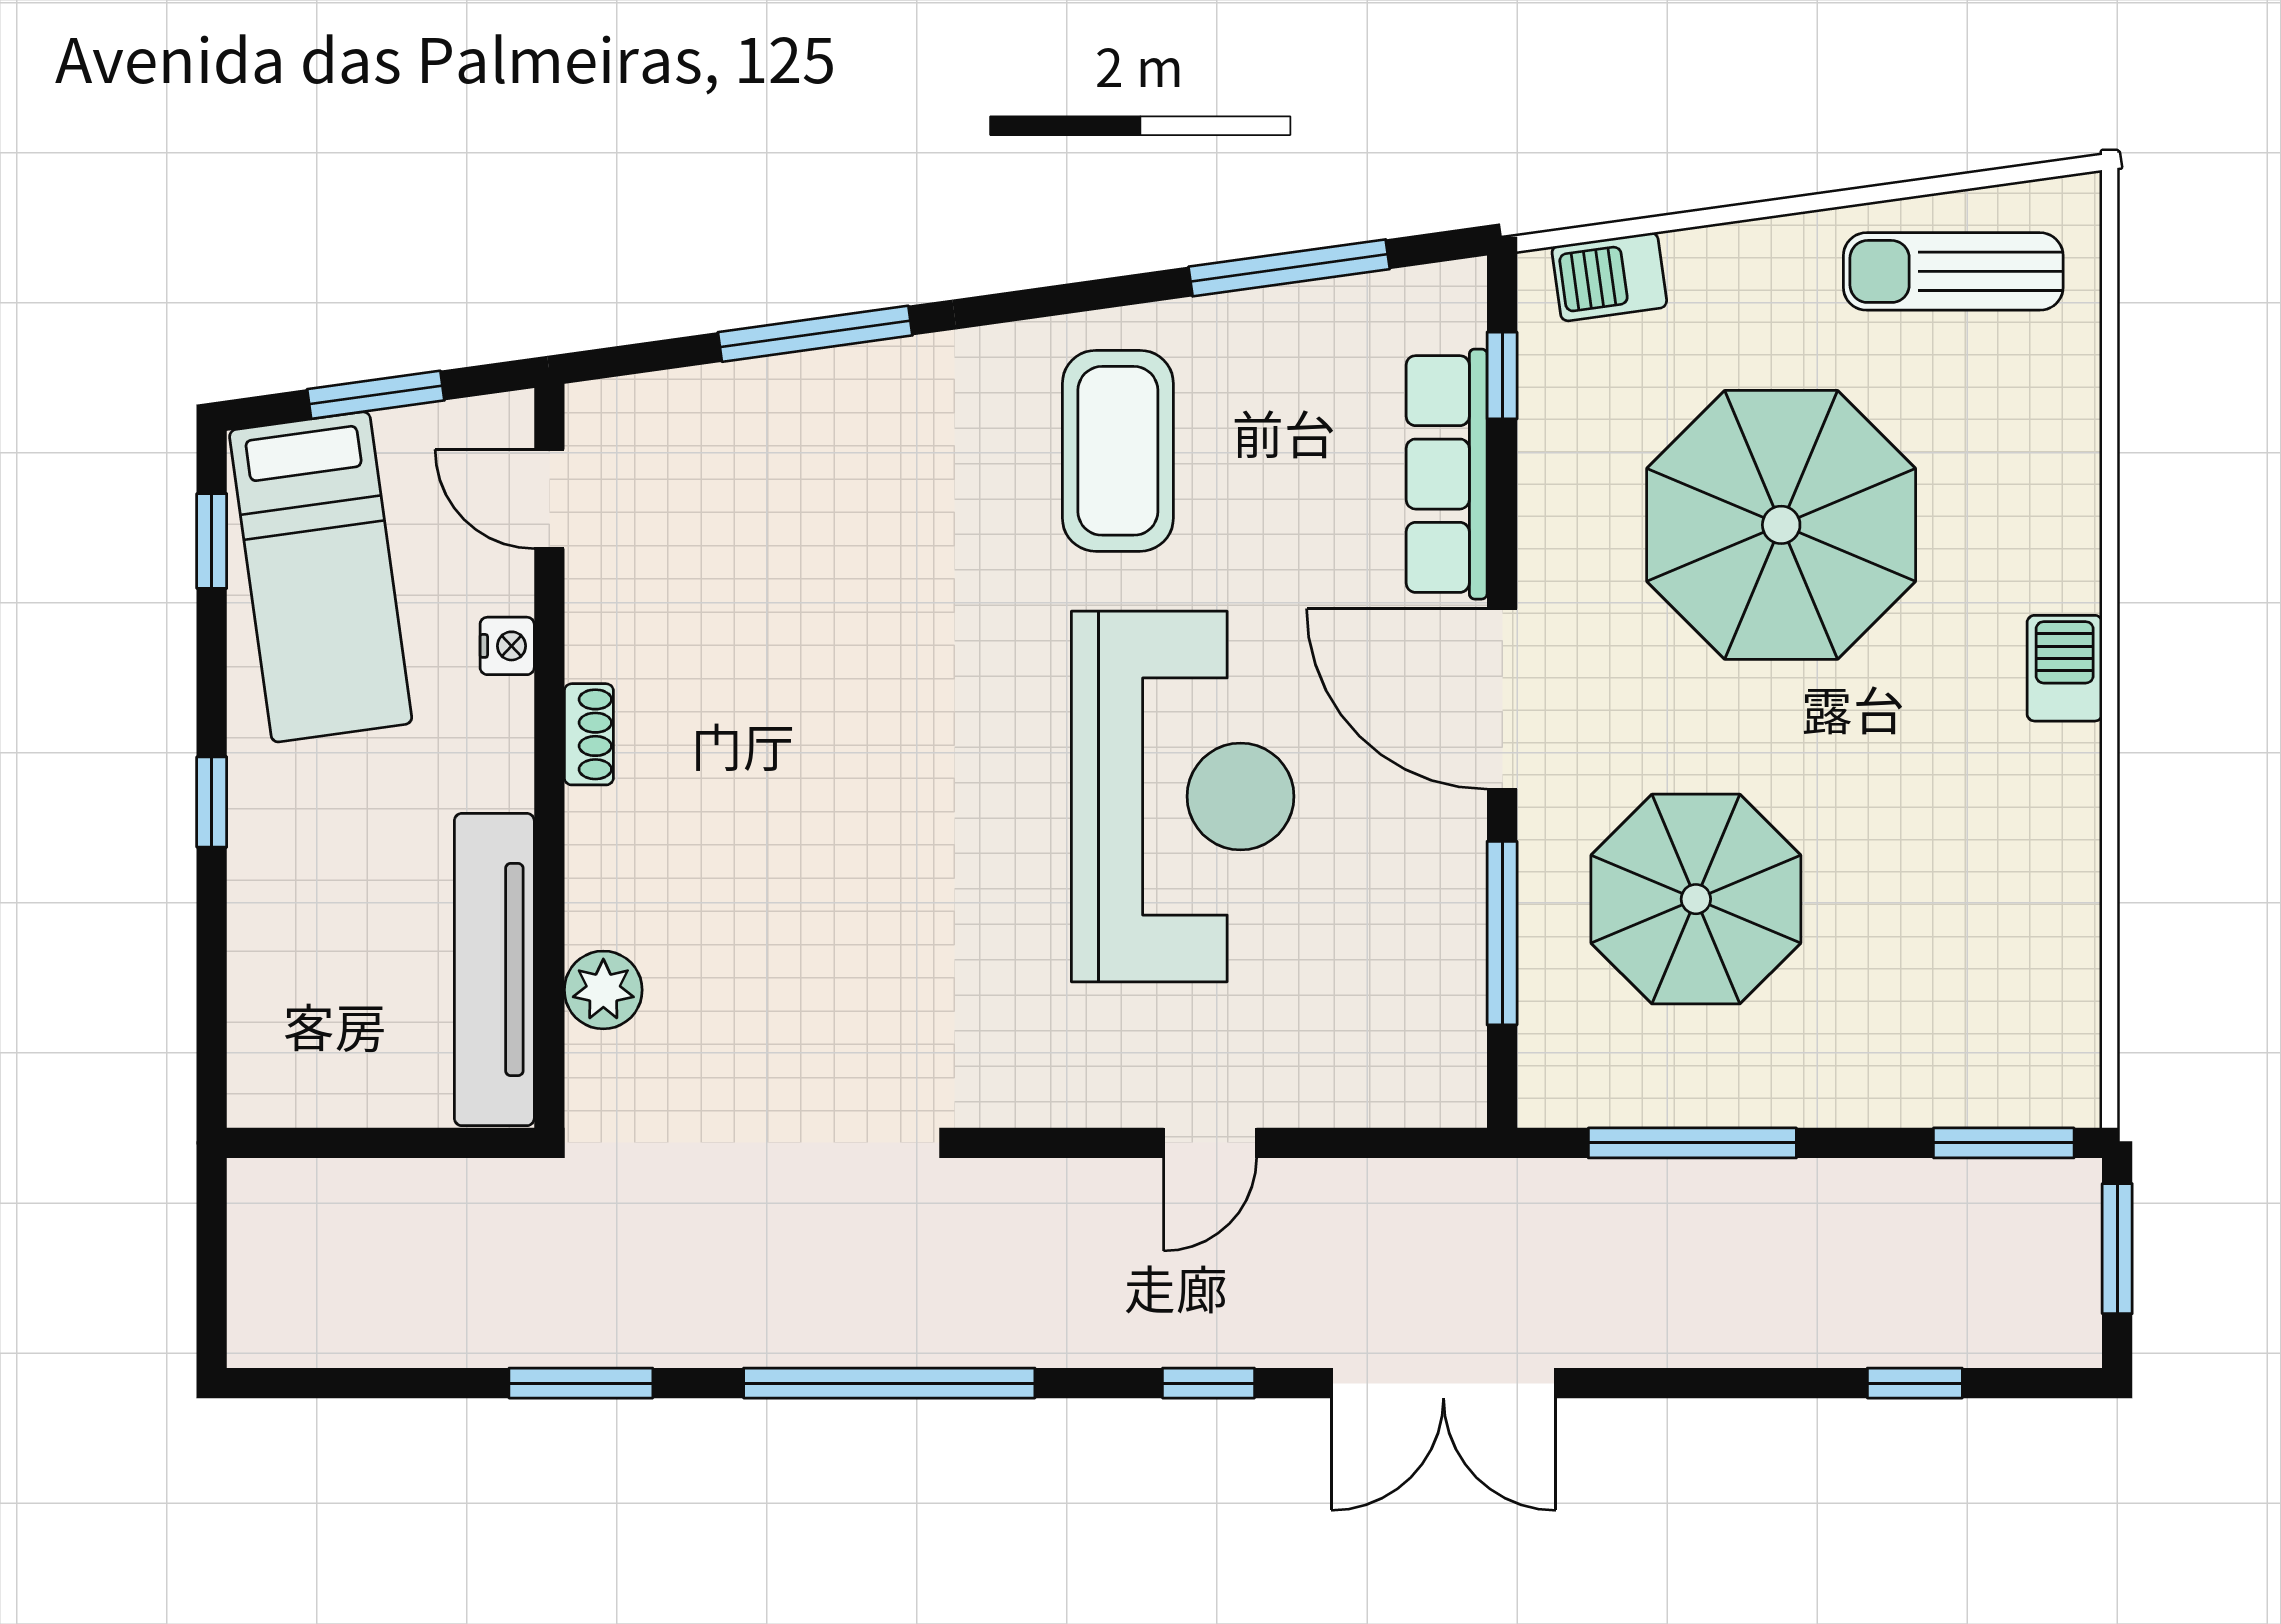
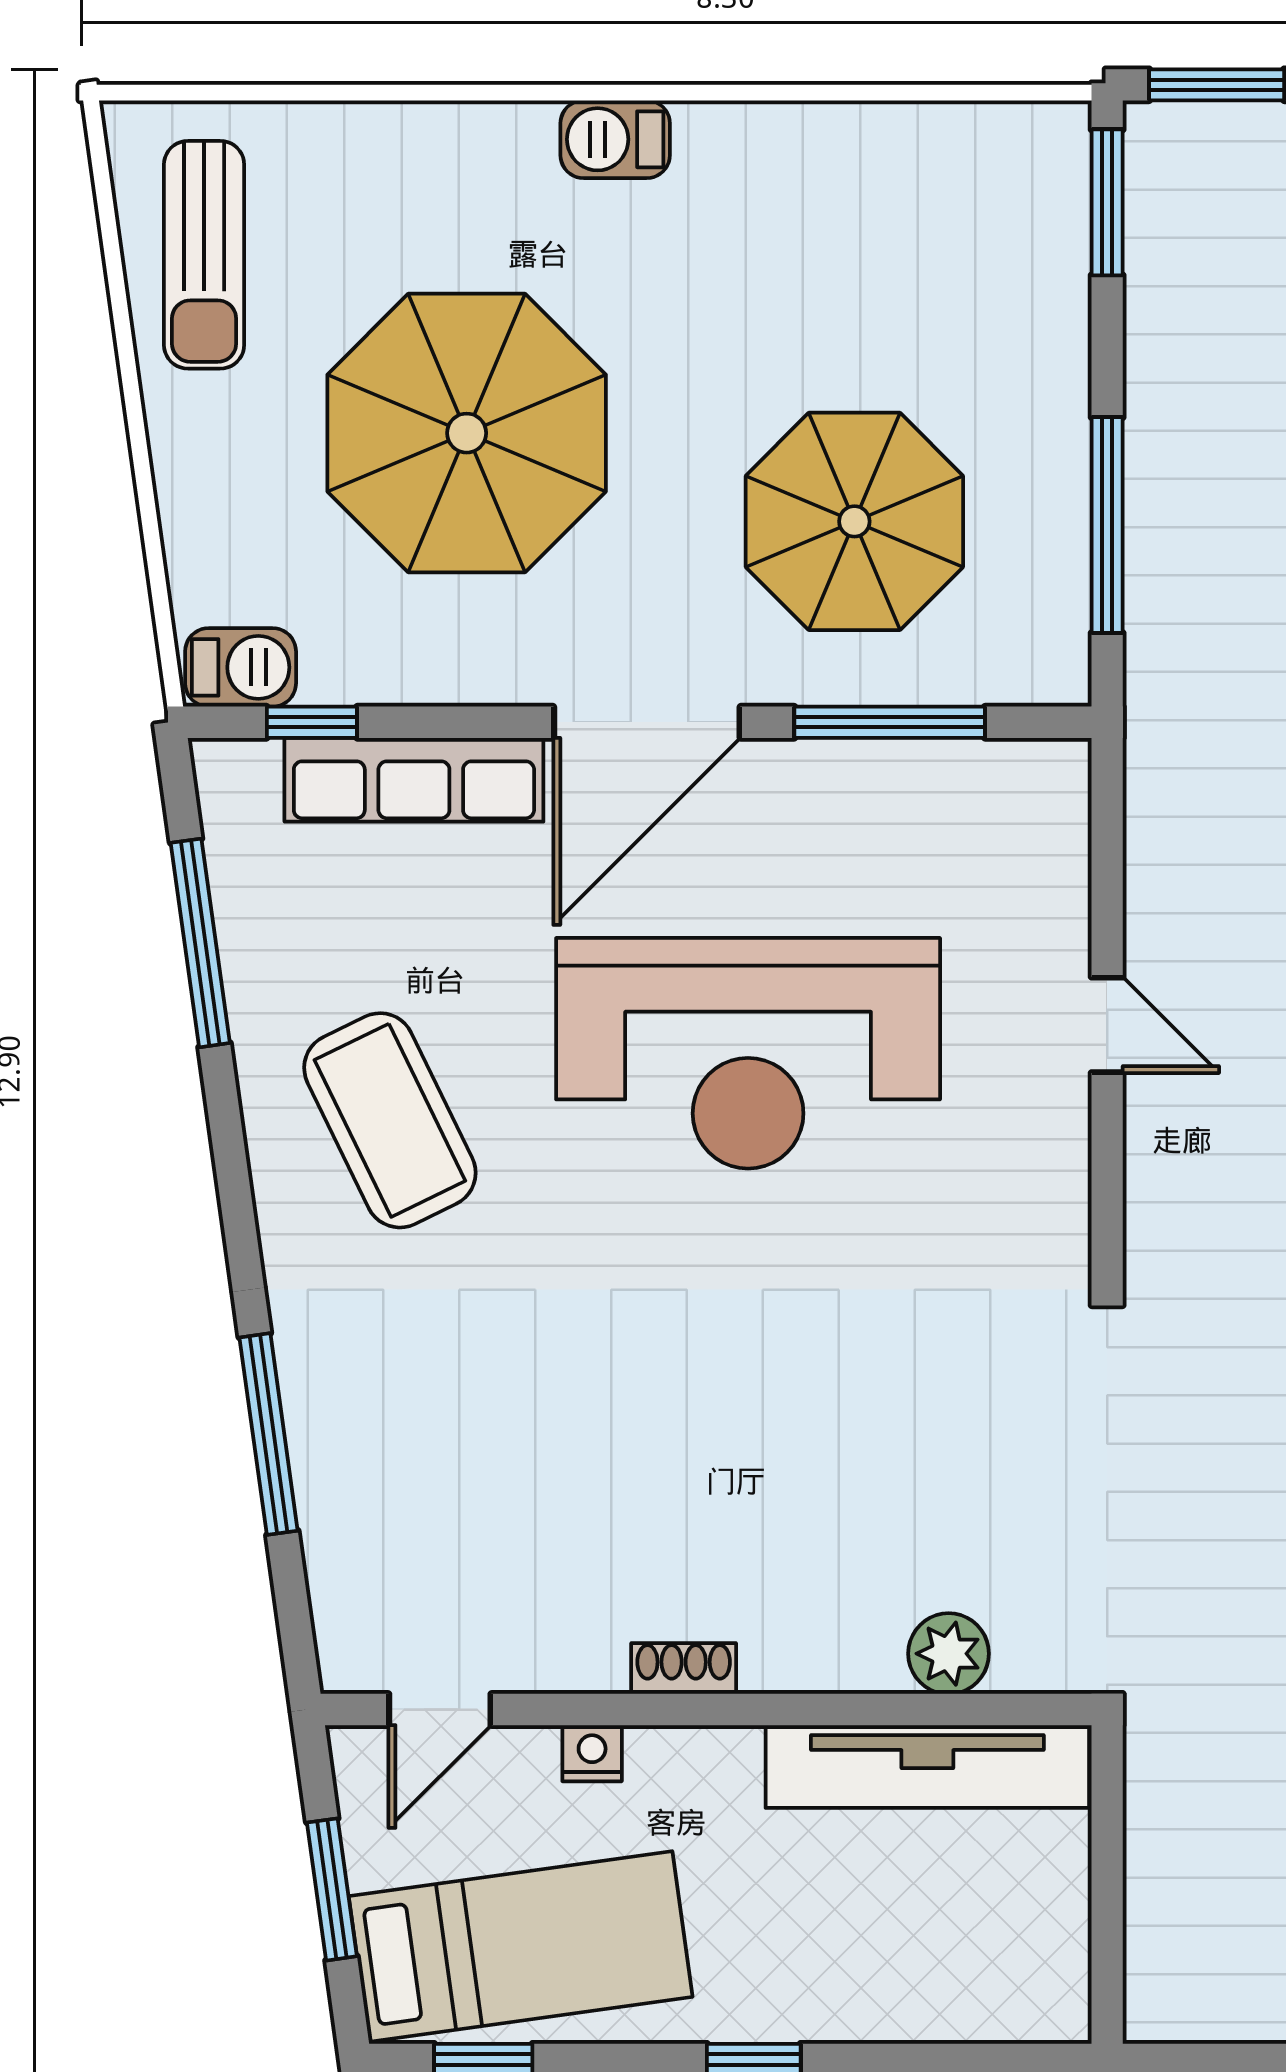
barbecue: (1609, 277) -> (241, 667), moved, turned -82
coffee table: (1118, 451) -> (390, 1120), turned 64
reception desk: (1183, 796) -> (748, 1053), turned 180

